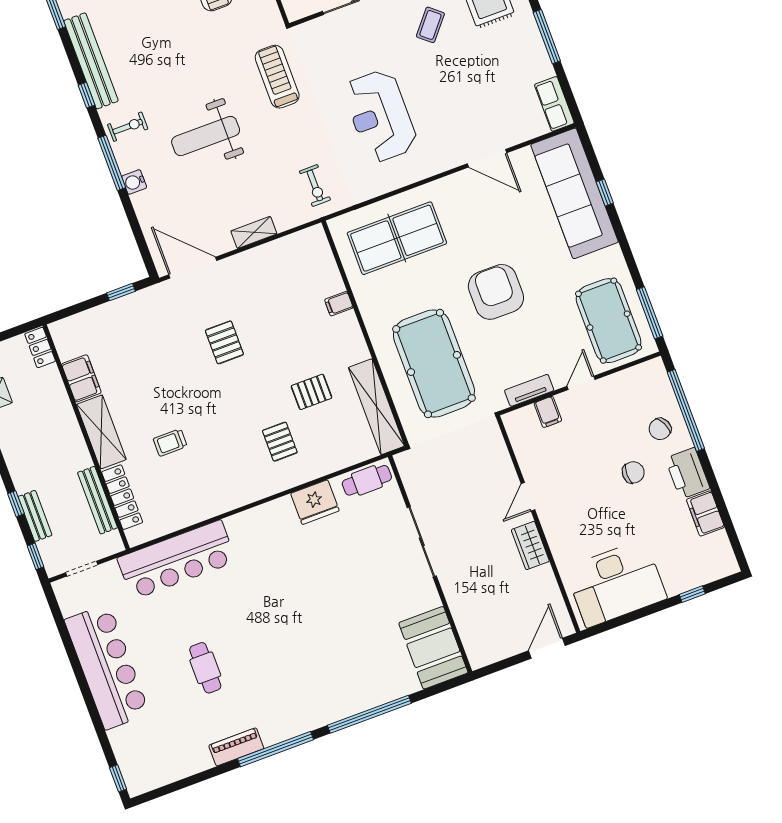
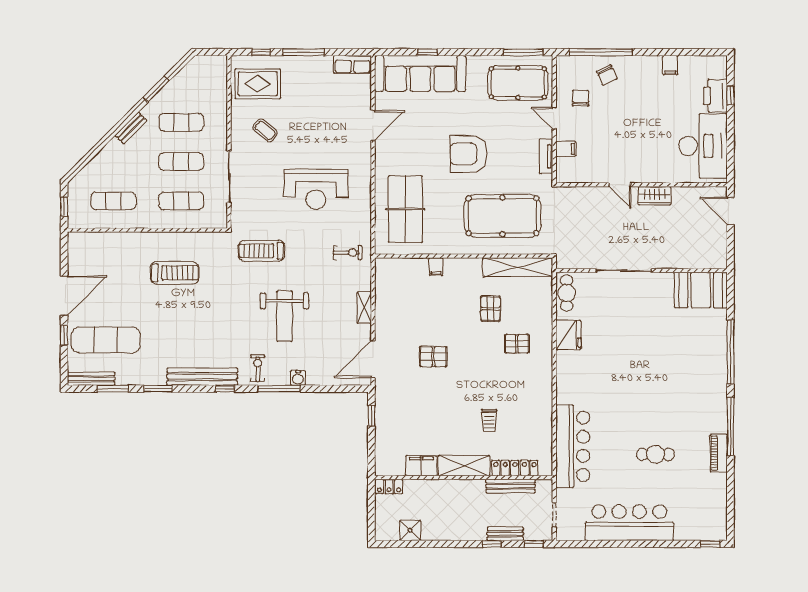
chair: (633, 472) -> (581, 98), moved
printer: (688, 473) -> (715, 96), moved, turned 90
filing cabinet: (705, 513) -> (670, 65), width x0.50

